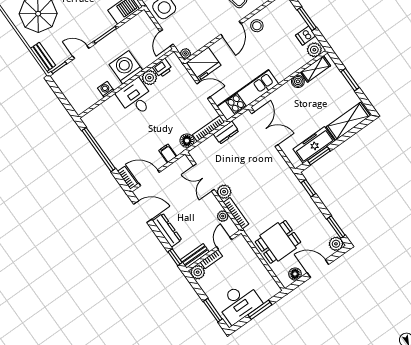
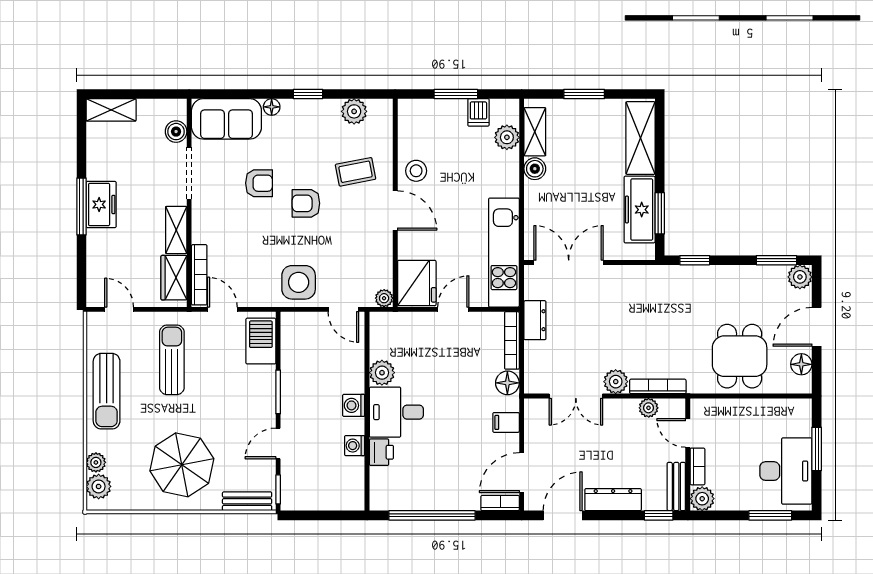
plant: (314, 50) -> (507, 137), moved
washing machine: (126, 67) -> (354, 405), width x0.53, depth x0.53
printer: (162, 68) -> (381, 452), moved

